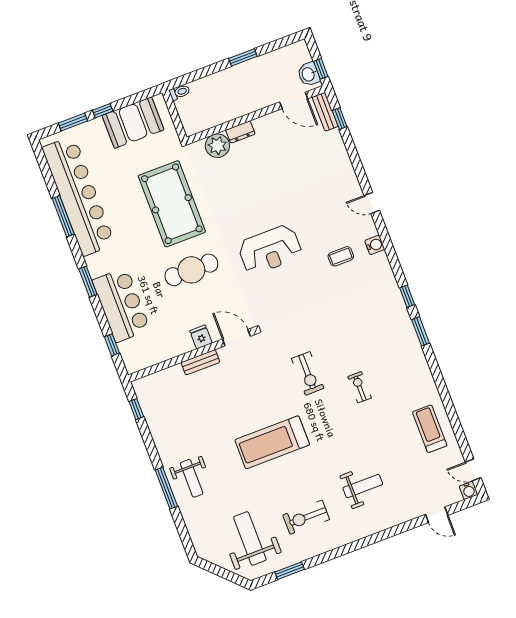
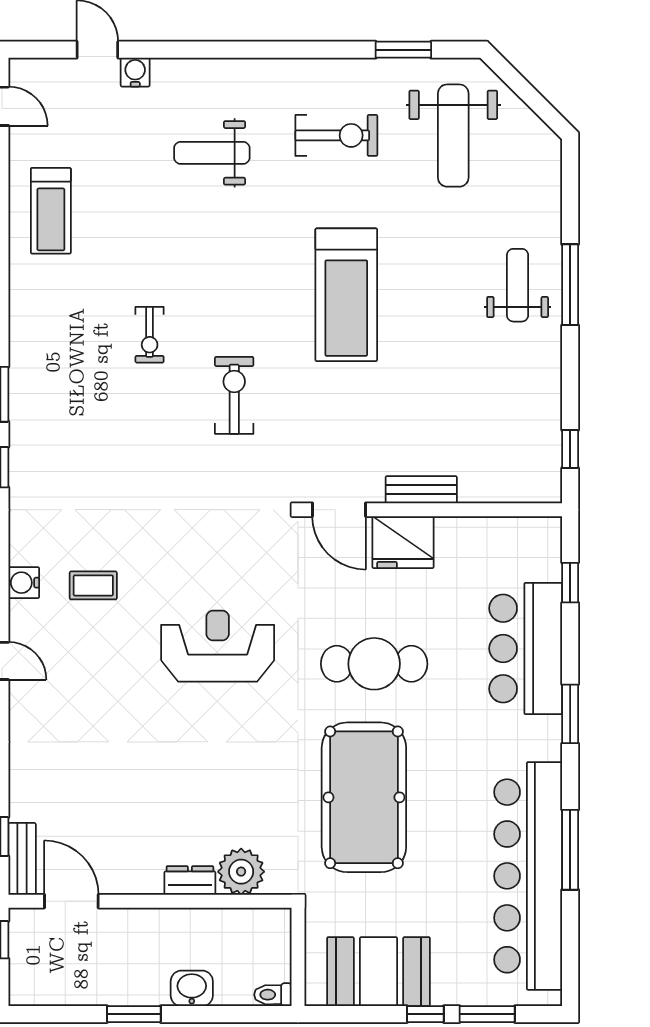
washbasin: (309, 74) -> (192, 988), moved, turned -90
fridge: (201, 337) -> (403, 542), width x1.88, depth x1.34
treadmill: (272, 442) -> (346, 295), turned 90
water cooler: (469, 490) -> (135, 72), moved

